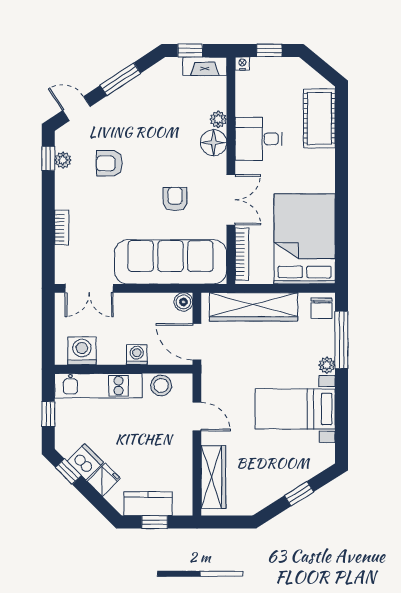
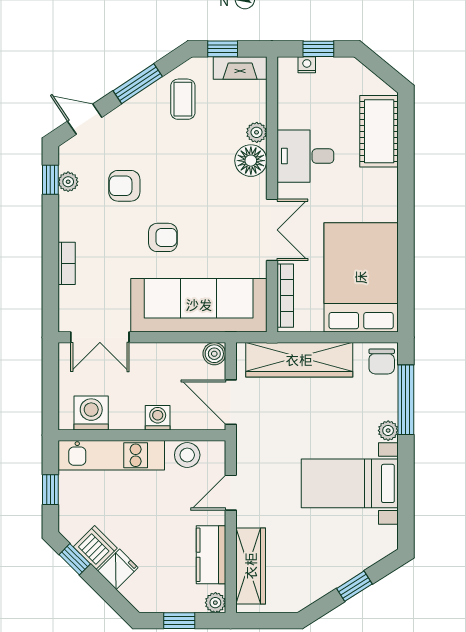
nightstand: (242, 64) -> (307, 65), moved
coffee table: (158, 92) -> (183, 99), added
armchair: (175, 199) -> (163, 237), moved, turned 90
door: (197, 417) -> (231, 493), swing flipped
kitchen counter: (148, 504) -> (211, 555), moved, turned -90
plant: (184, 507) -> (215, 603), added

